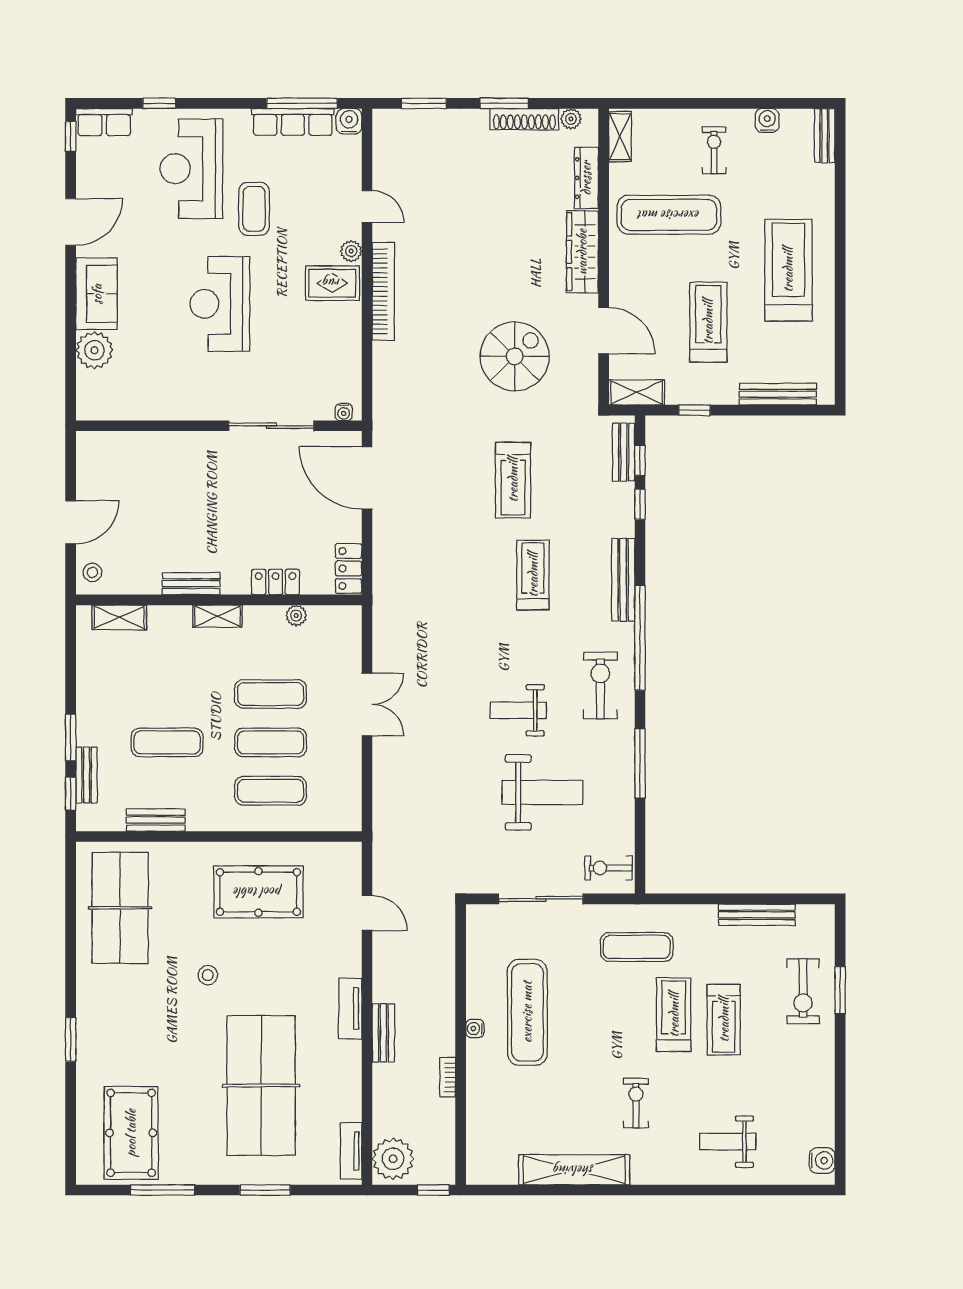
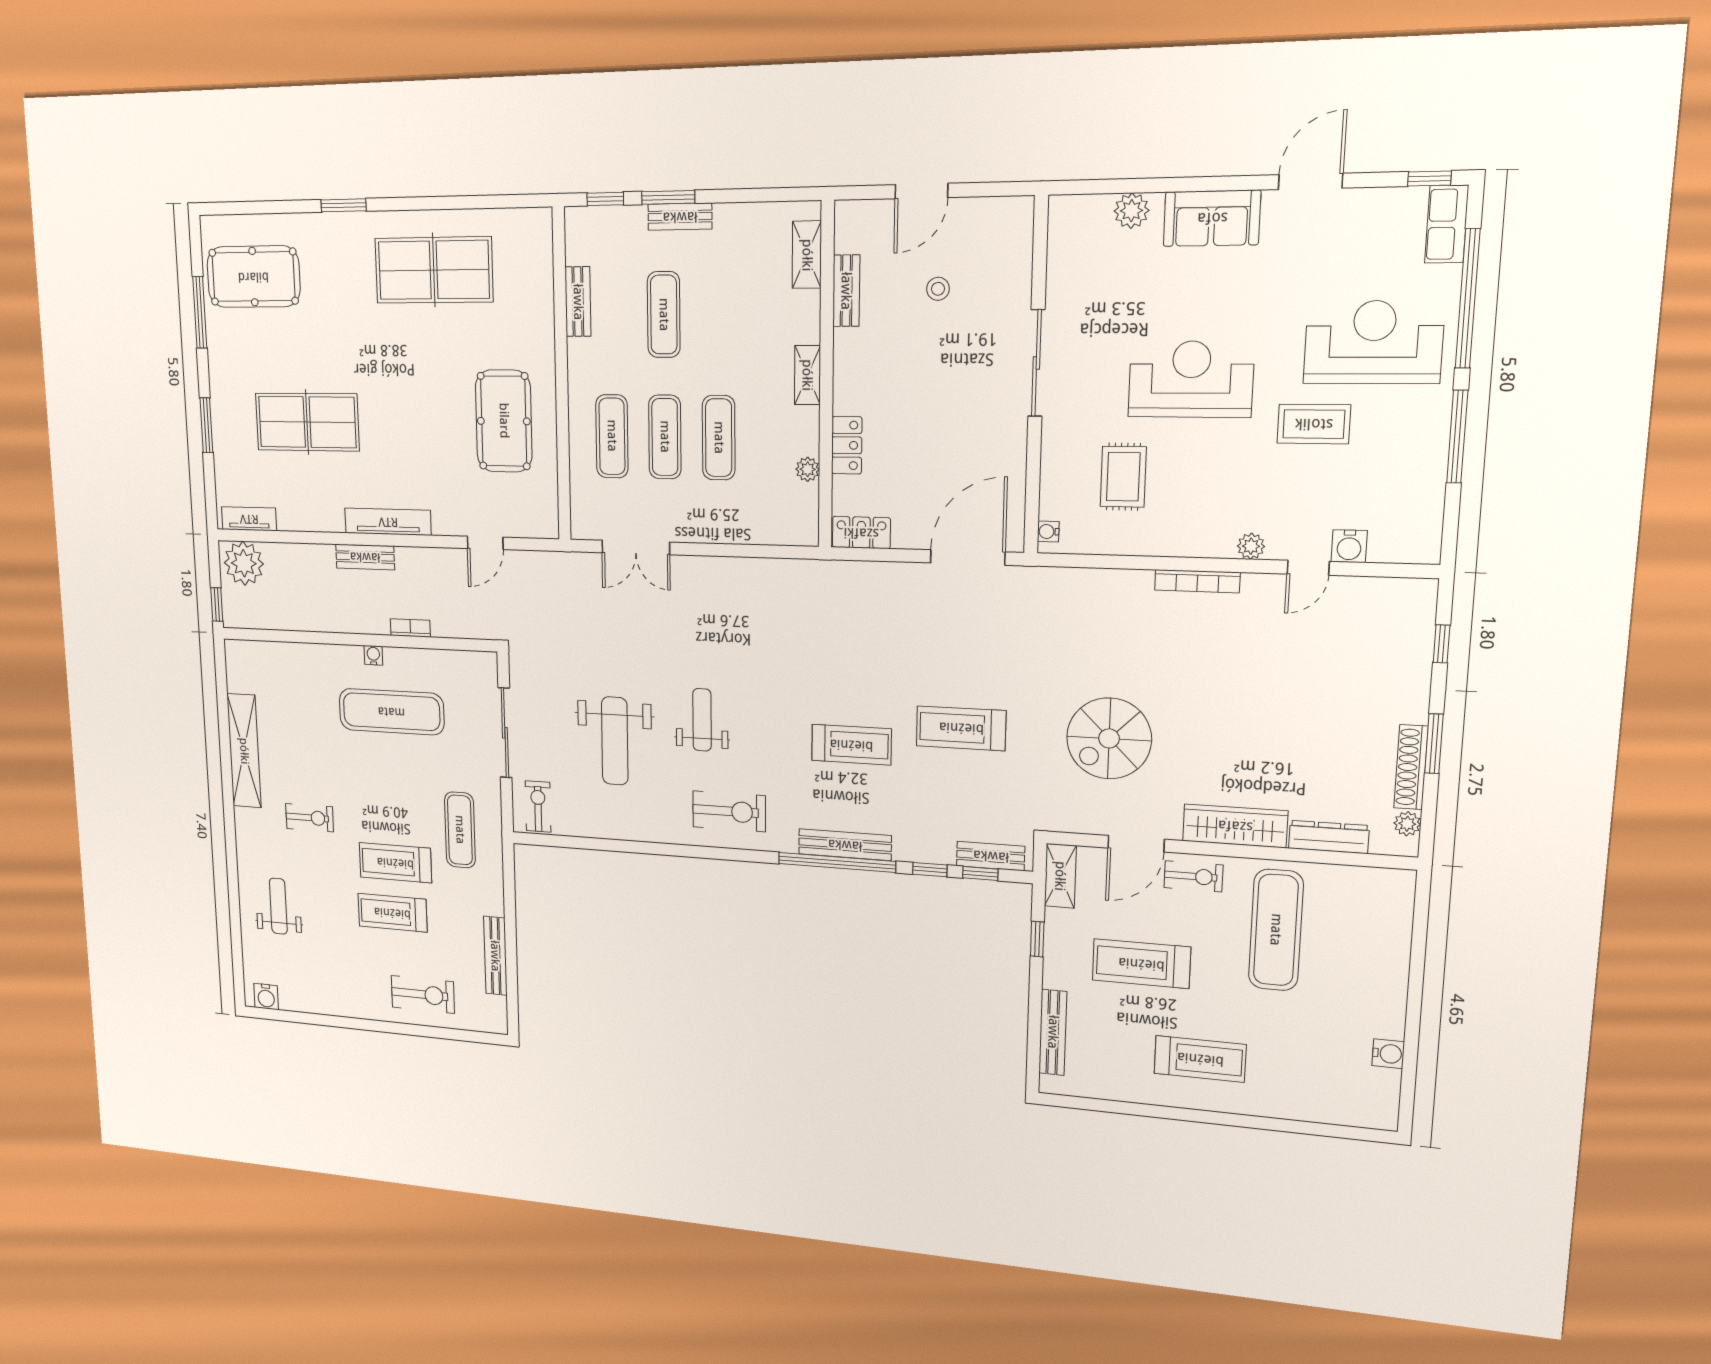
window: (159, 103) -> (1468, 299), width x3.17
window: (302, 103) -> (1457, 437), moved
window: (424, 103) -> (1441, 644), width x0.67
water cooler: (349, 121) -> (1349, 546), moved, turned 90
row of seats: (293, 122) -> (1429, 476), removed
bench: (825, 136) -> (1364, 1117), removed
shelving: (620, 137) -> (1380, 881), removed
exercise bike: (714, 150) -> (1193, 876), moved
door: (71, 222) -> (1311, 181), swing flipped
treadmill: (788, 270) -> (1200, 1059), width x0.73, depth x0.73
rug: (332, 283) -> (1123, 477), moved
bookcase: (383, 291) -> (1197, 581), width x0.68, depth x0.76
treadmill: (708, 322) -> (1141, 964), turned 180
plant: (94, 350) -> (1131, 211), width x0.73, depth x0.73
spiral stairs: (515, 356) -> (1109, 738), turned 90
sliding door: (271, 426) -> (1036, 363), moved
door: (71, 522) -> (921, 191), hinge flipped
stool: (92, 572) -> (938, 289), moved
bench: (191, 584) -> (846, 291), moved
window: (640, 638) -> (837, 862), moved
double door: (367, 704) -> (636, 547), moved
window: (640, 763) -> (647, 848), removed
bench: (87, 775) -> (680, 217), moved
table tennis table: (120, 908) -> (434, 270), moved
stool: (208, 975) -> (416, 363), removed
window: (840, 990) -> (425, 1031), removed
exercise bike: (803, 991) -> (423, 994), turned 180
tv unit: (350, 1008) -> (388, 522), width x1.41
treadmill: (674, 1015) -> (395, 863), turned 180
bookcase: (447, 1077) -> (410, 628), moved
table tennis table: (261, 1086) -> (307, 422), width x0.73, depth x0.76

